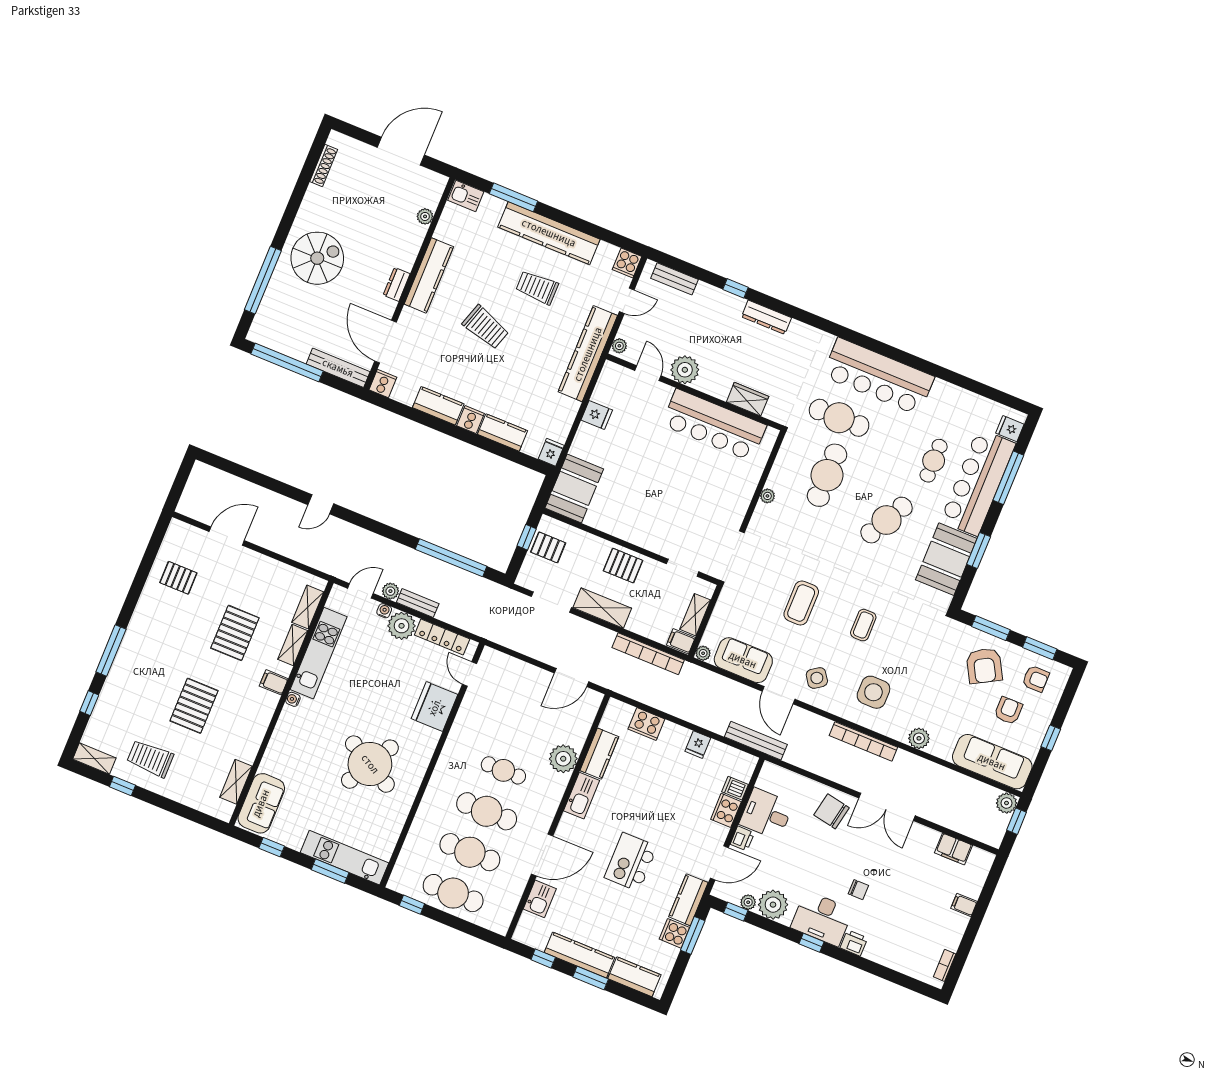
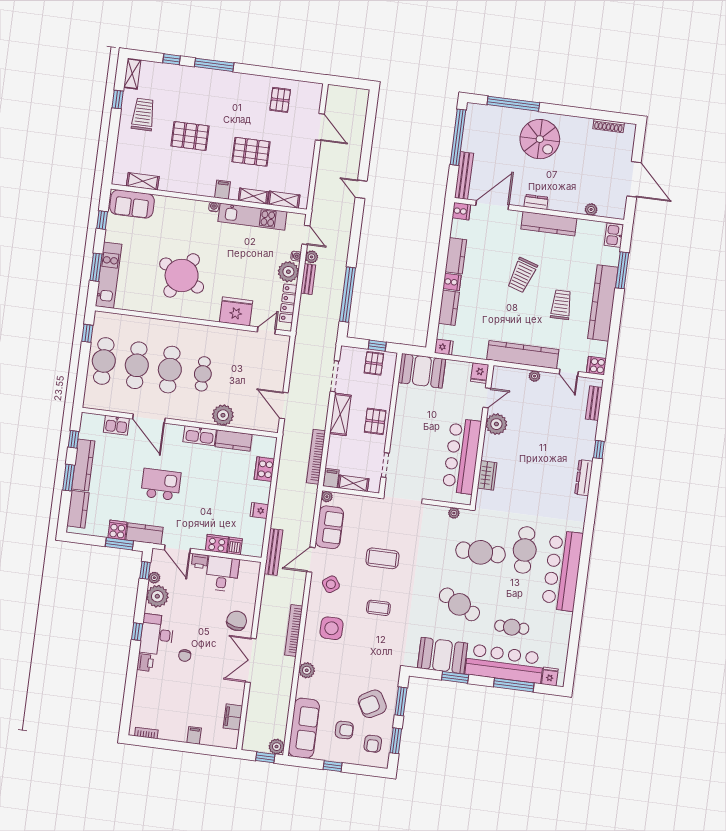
plant: (685, 370) -> (496, 424), moved
door: (648, 373) -> (487, 398), moved
wall: (694, 392) -> (482, 435), moved
wardrobe: (748, 399) -> (487, 475), moved
bar counter: (714, 425) -> (462, 456), moved

